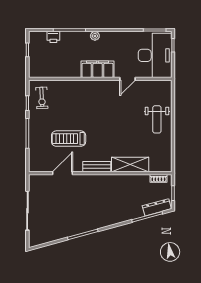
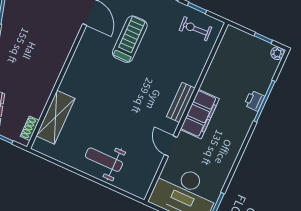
plant: (95, 36) -> (277, 53), moved
printer: (53, 37) -> (254, 101), moved
shelving: (130, 165) -> (56, 117), moved
bench: (97, 167) -> (181, 102), moved

